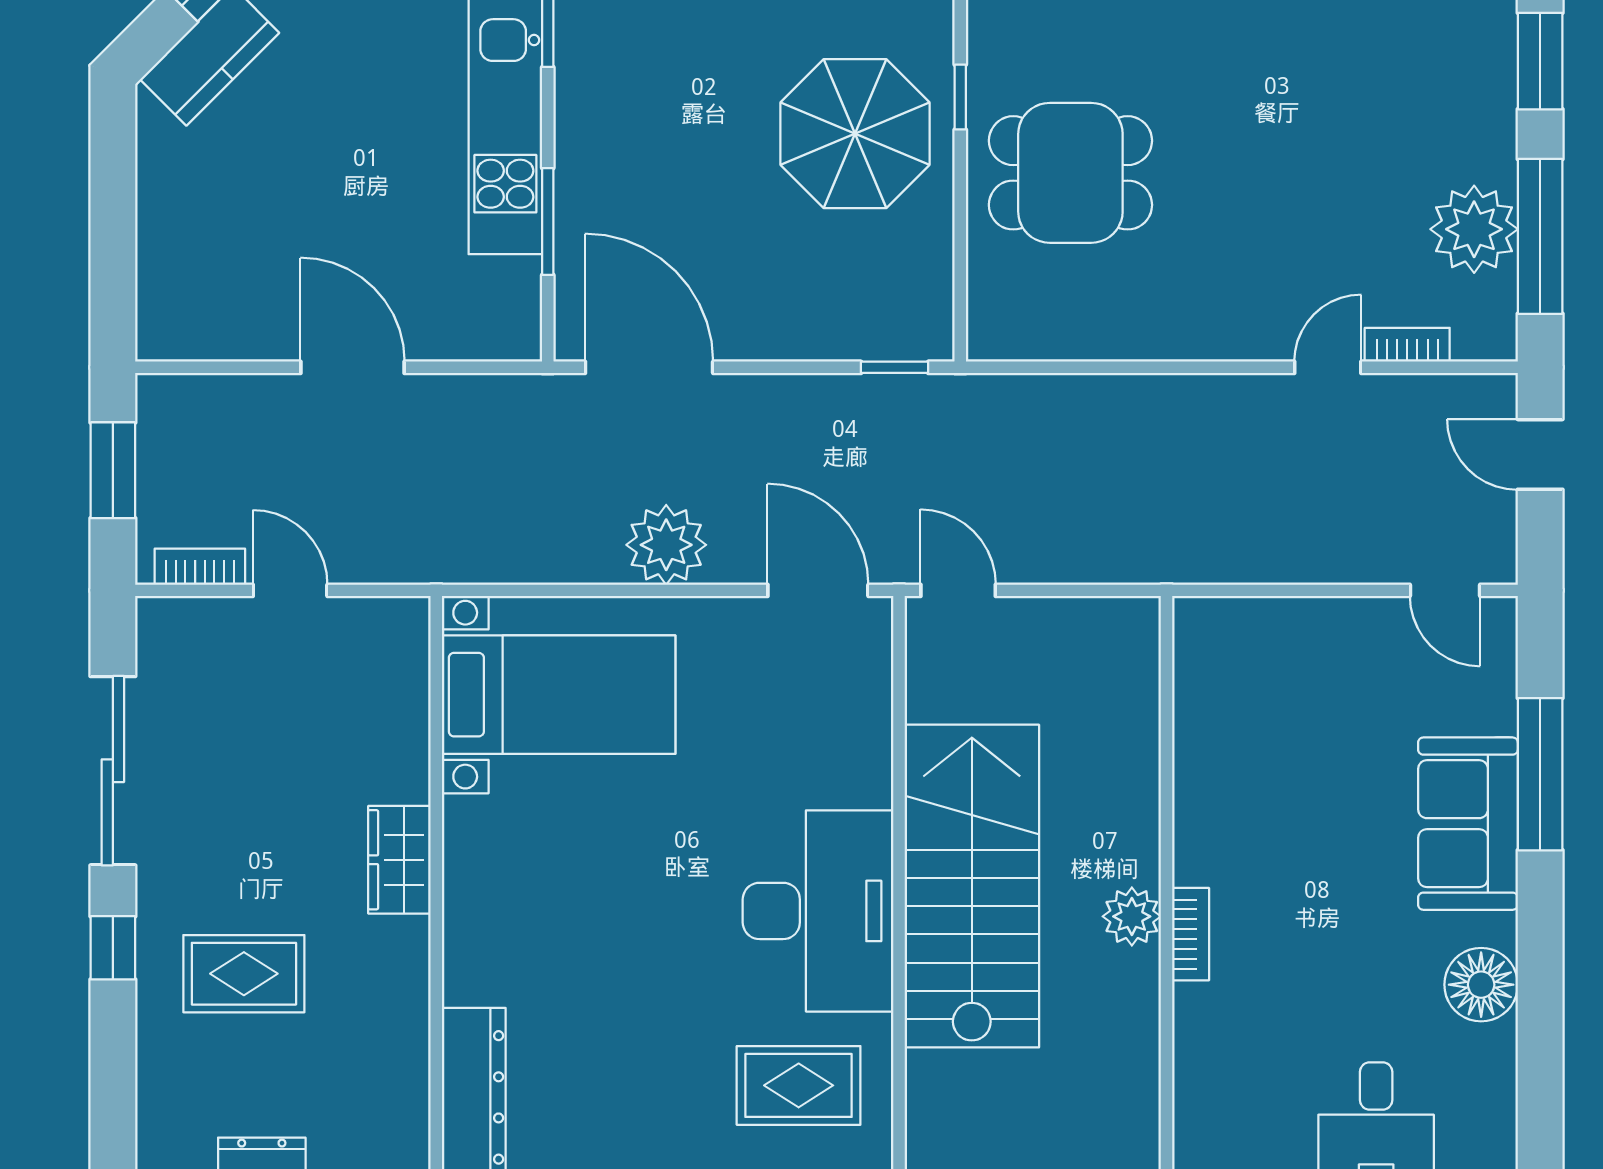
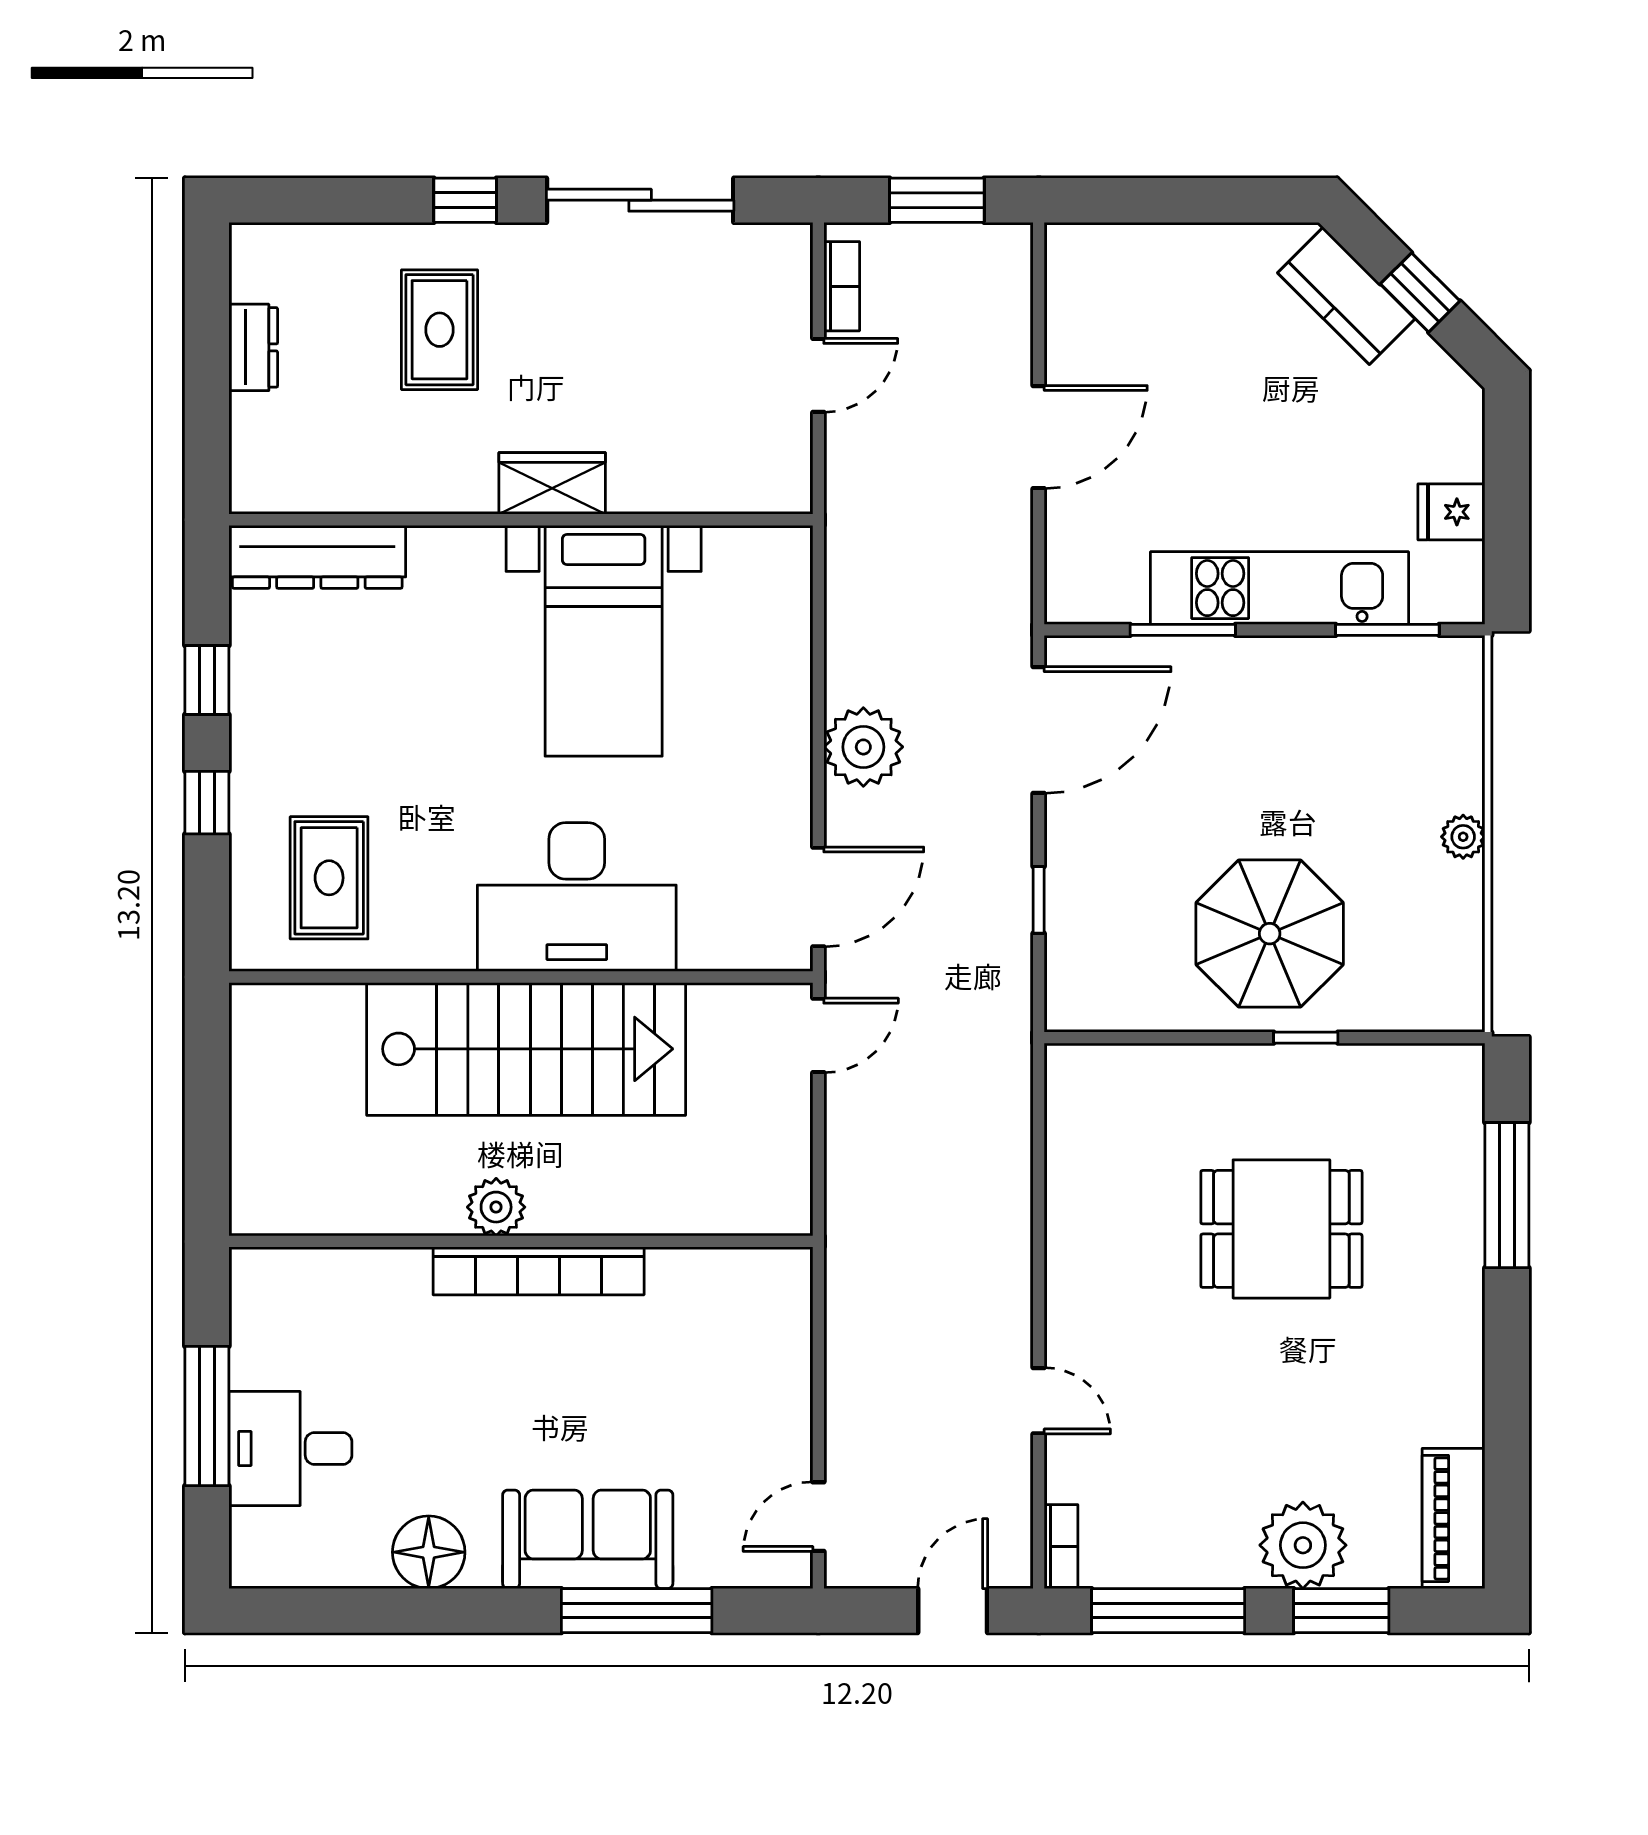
dining table: (1070, 173) -> (1281, 1229), moved, turned 90
plant: (1474, 229) -> (1303, 1545), moved
bookcase: (1407, 345) -> (1061, 1547), moved
window: (895, 367) -> (1039, 900), moved
bed with nightstands: (559, 695) -> (604, 641), moved
desk: (818, 911) -> (577, 897), moved
bookcase: (1191, 934) -> (539, 1271), width x2.31, depth x1.31

